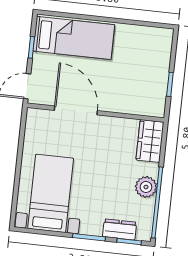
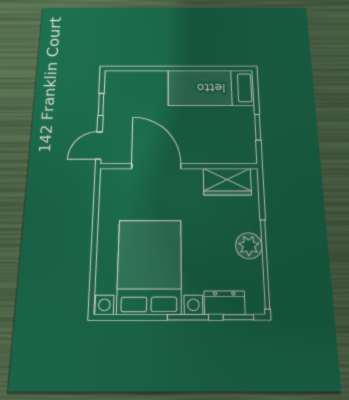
bed: (74, 38) -> (211, 88), moved, turned 180
wardrobe: (150, 141) -> (227, 182), moved, turned -90
bed with nightstands: (51, 193) -> (149, 266), width x1.36

